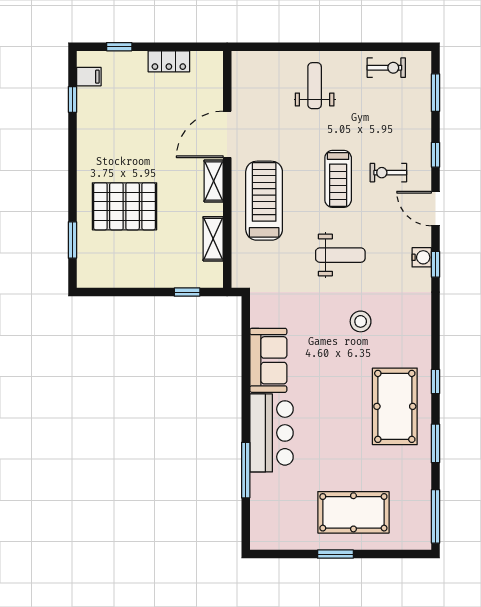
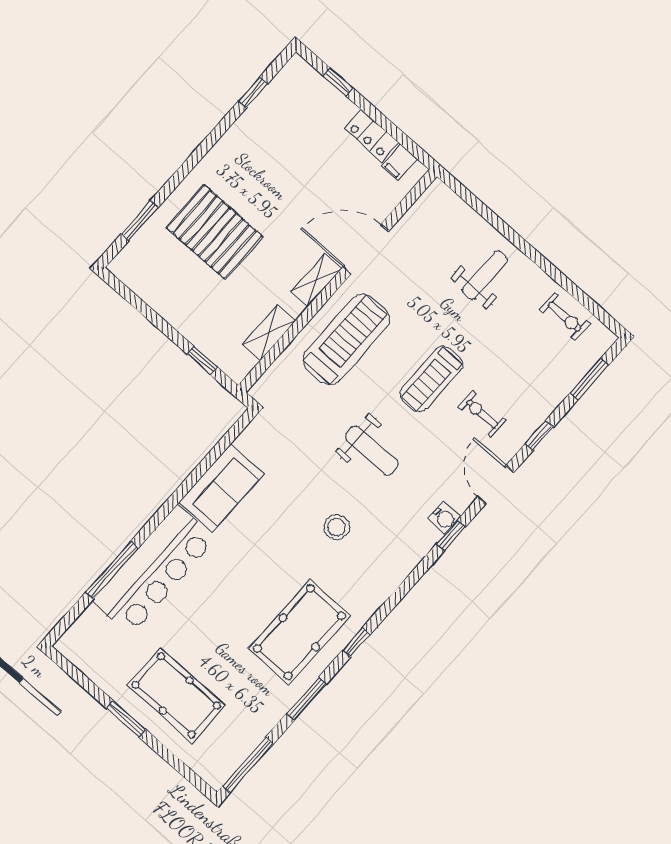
filing cabinet: (89, 77) -> (399, 163), moved, turned 90
bar counter: (272, 433) -> (154, 570), width x1.36

